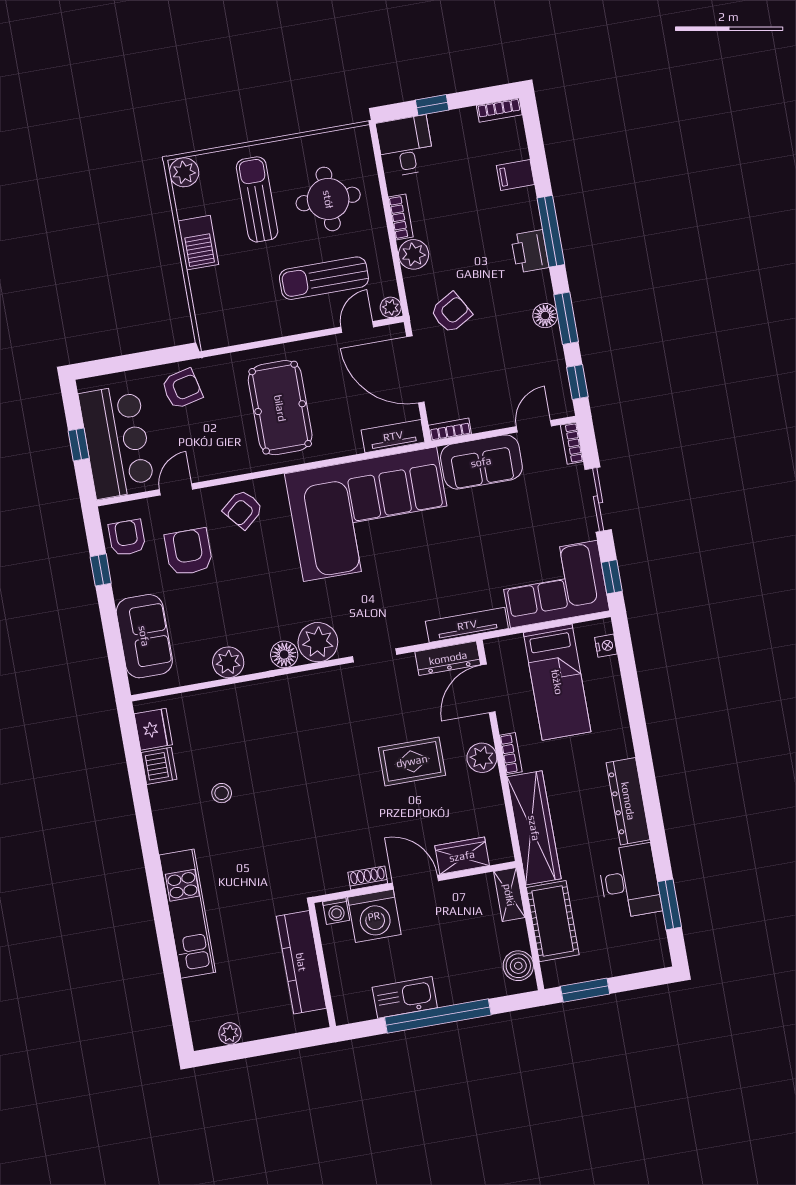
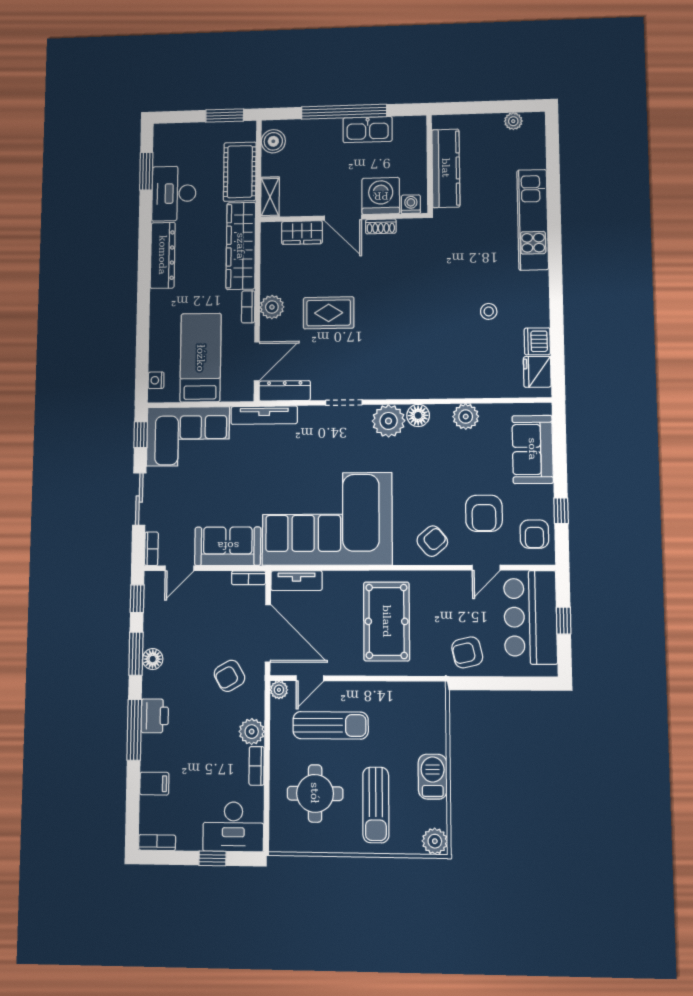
desk: (405, 146) -> (233, 827), width x1.37

